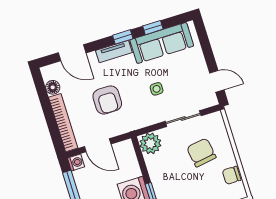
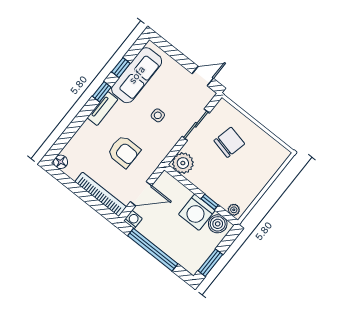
door: (72, 53) -> (69, 133), removed
floor lamp: (53, 87) -> (61, 162), moved
chair: (201, 152) -> (229, 142), turned 112
chair: (232, 175) -> (266, 144), removed

